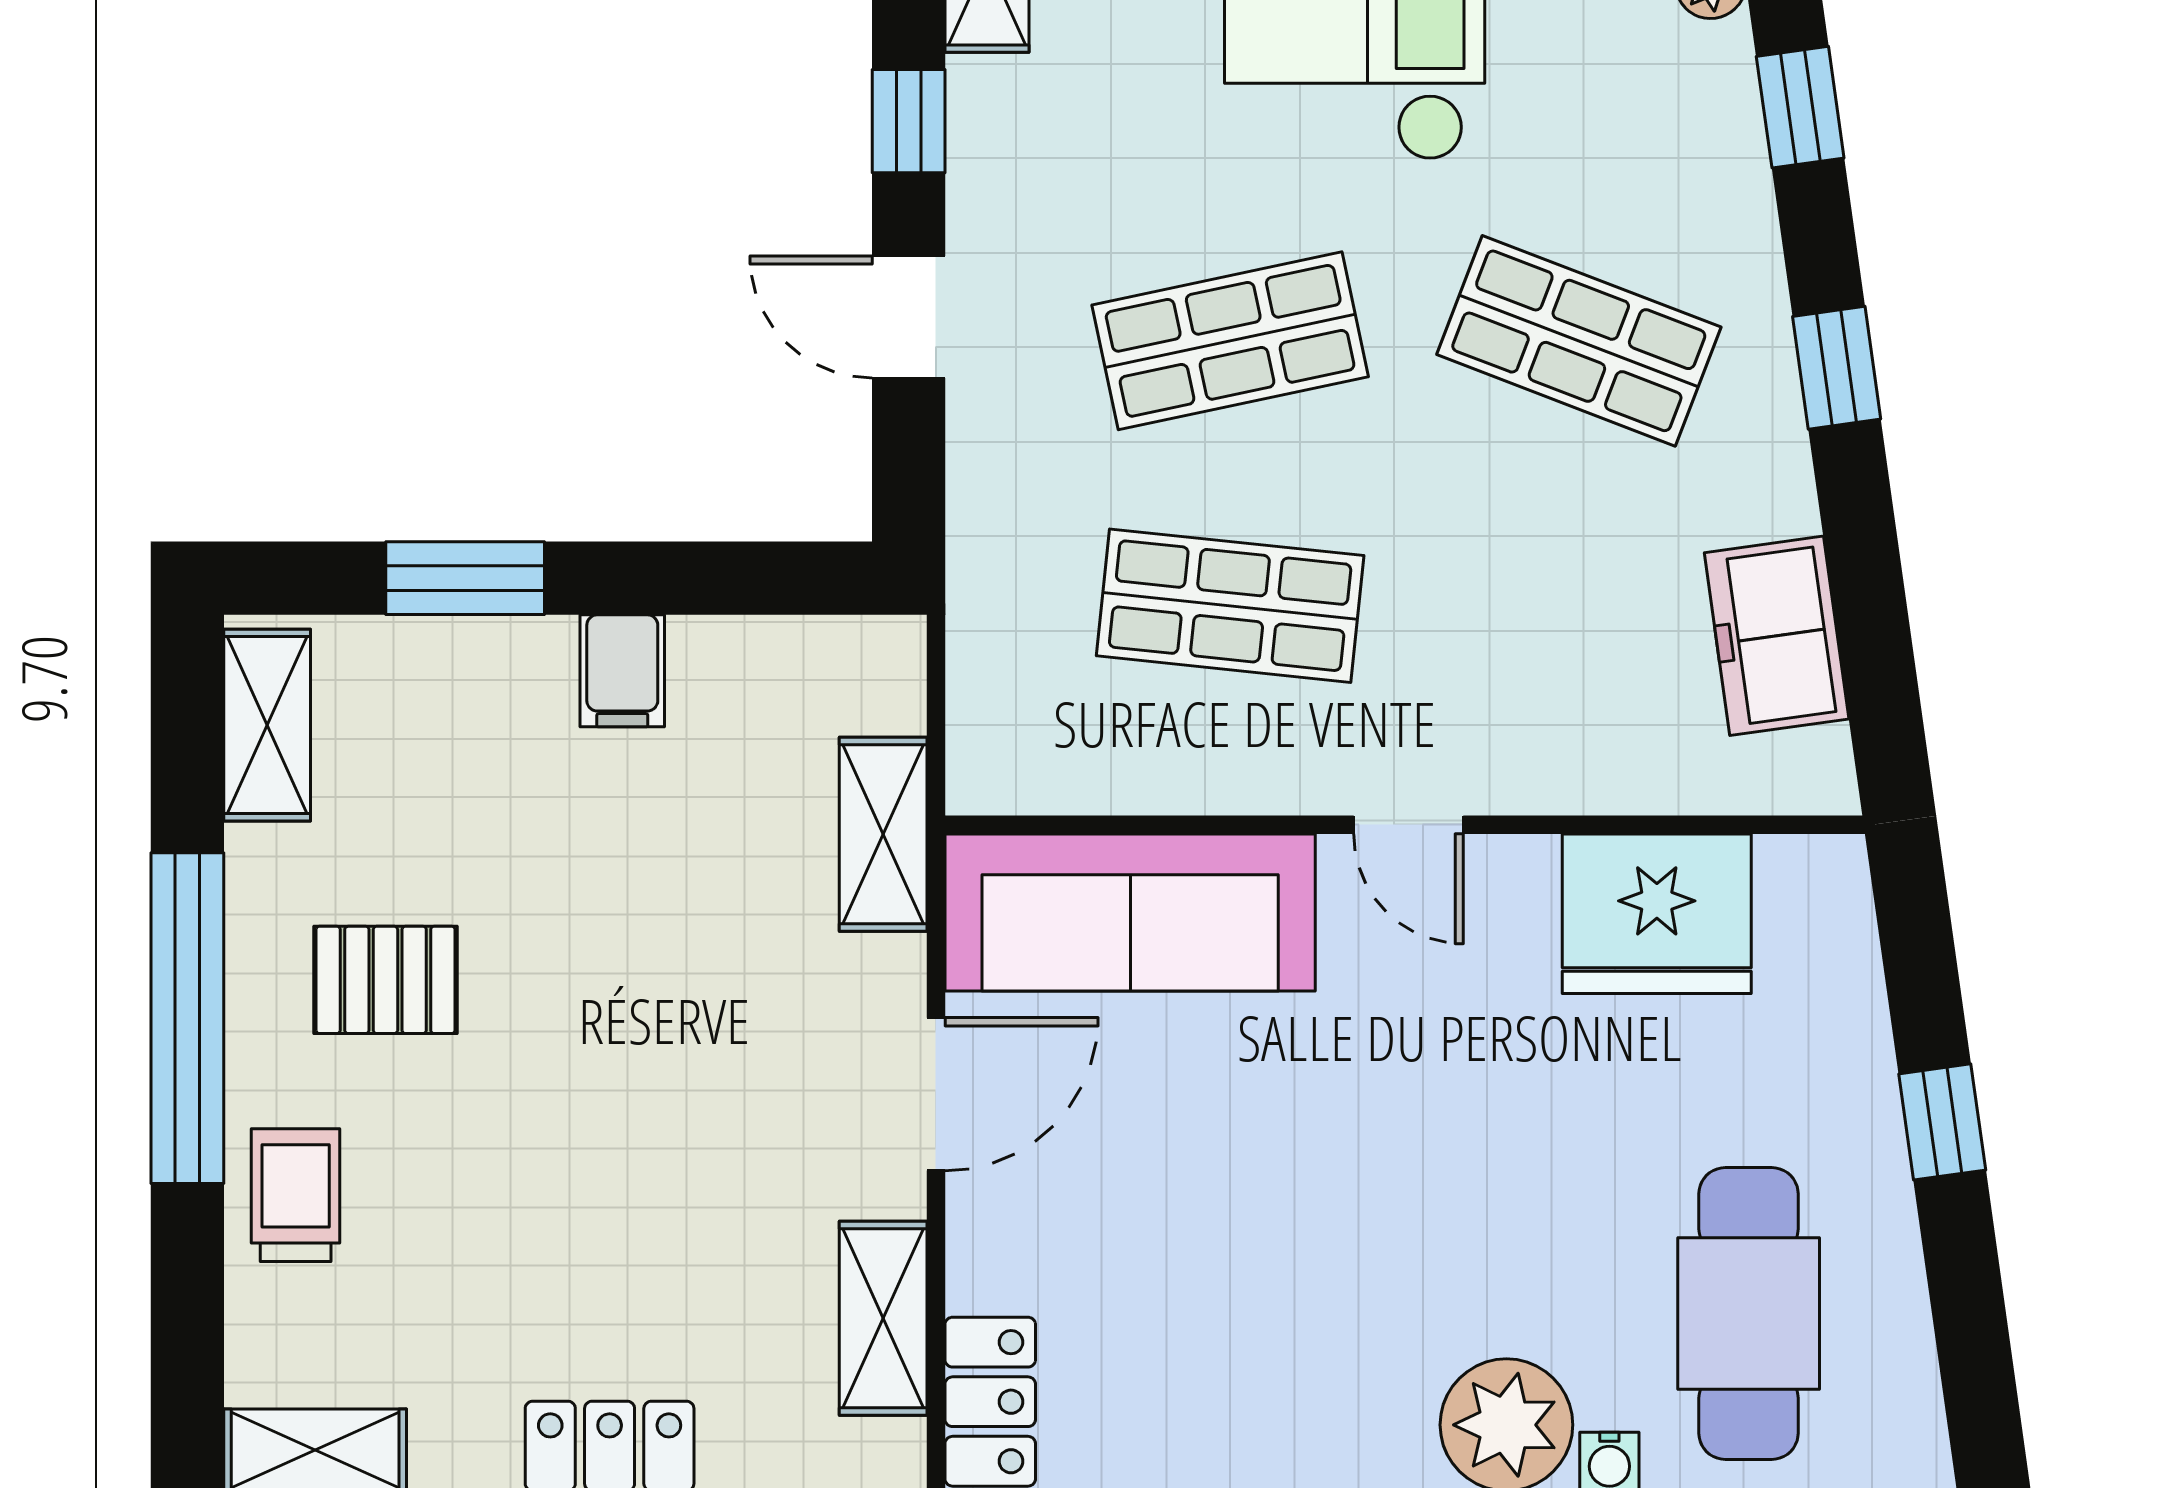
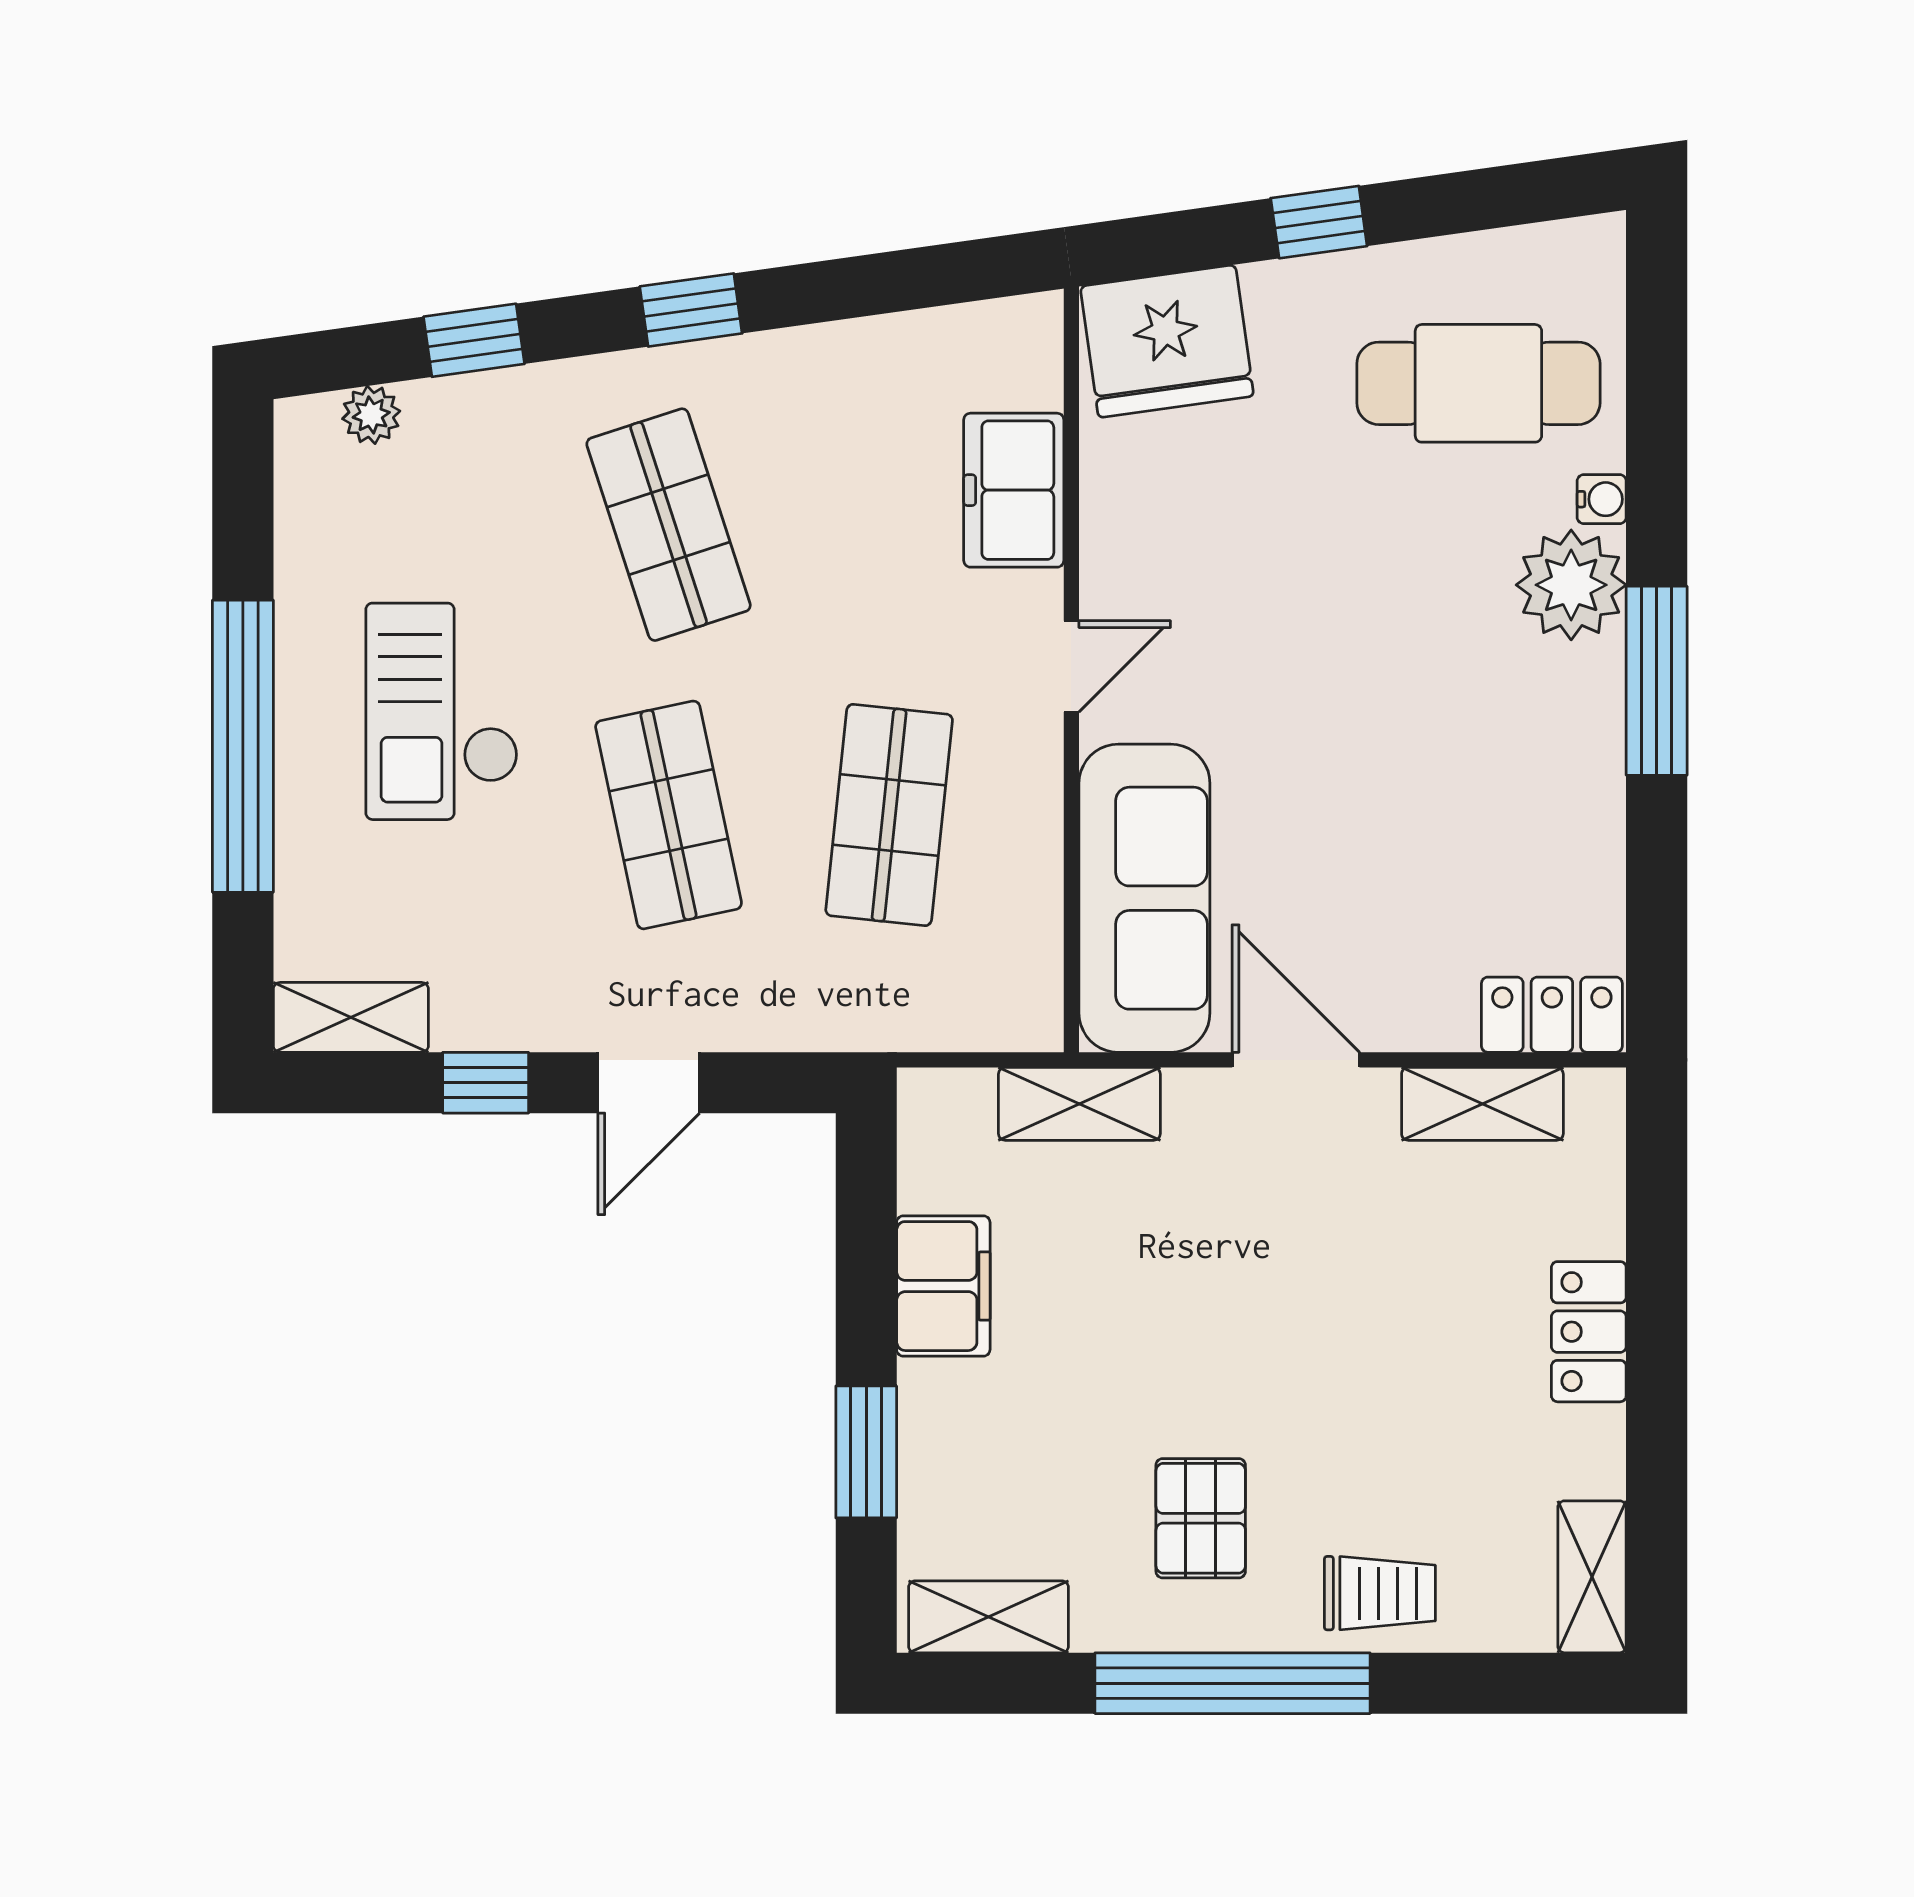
shop shelf: (1579, 341) -> (669, 525), turned -39
freezer: (1777, 636) -> (1014, 490), moved, turned 98
filing cabinet: (622, 671) -> (943, 1286), width x2.00
fridge: (1657, 914) -> (1167, 341), moved, turned 82
trolley: (296, 1195) -> (1380, 1593), turned 180

